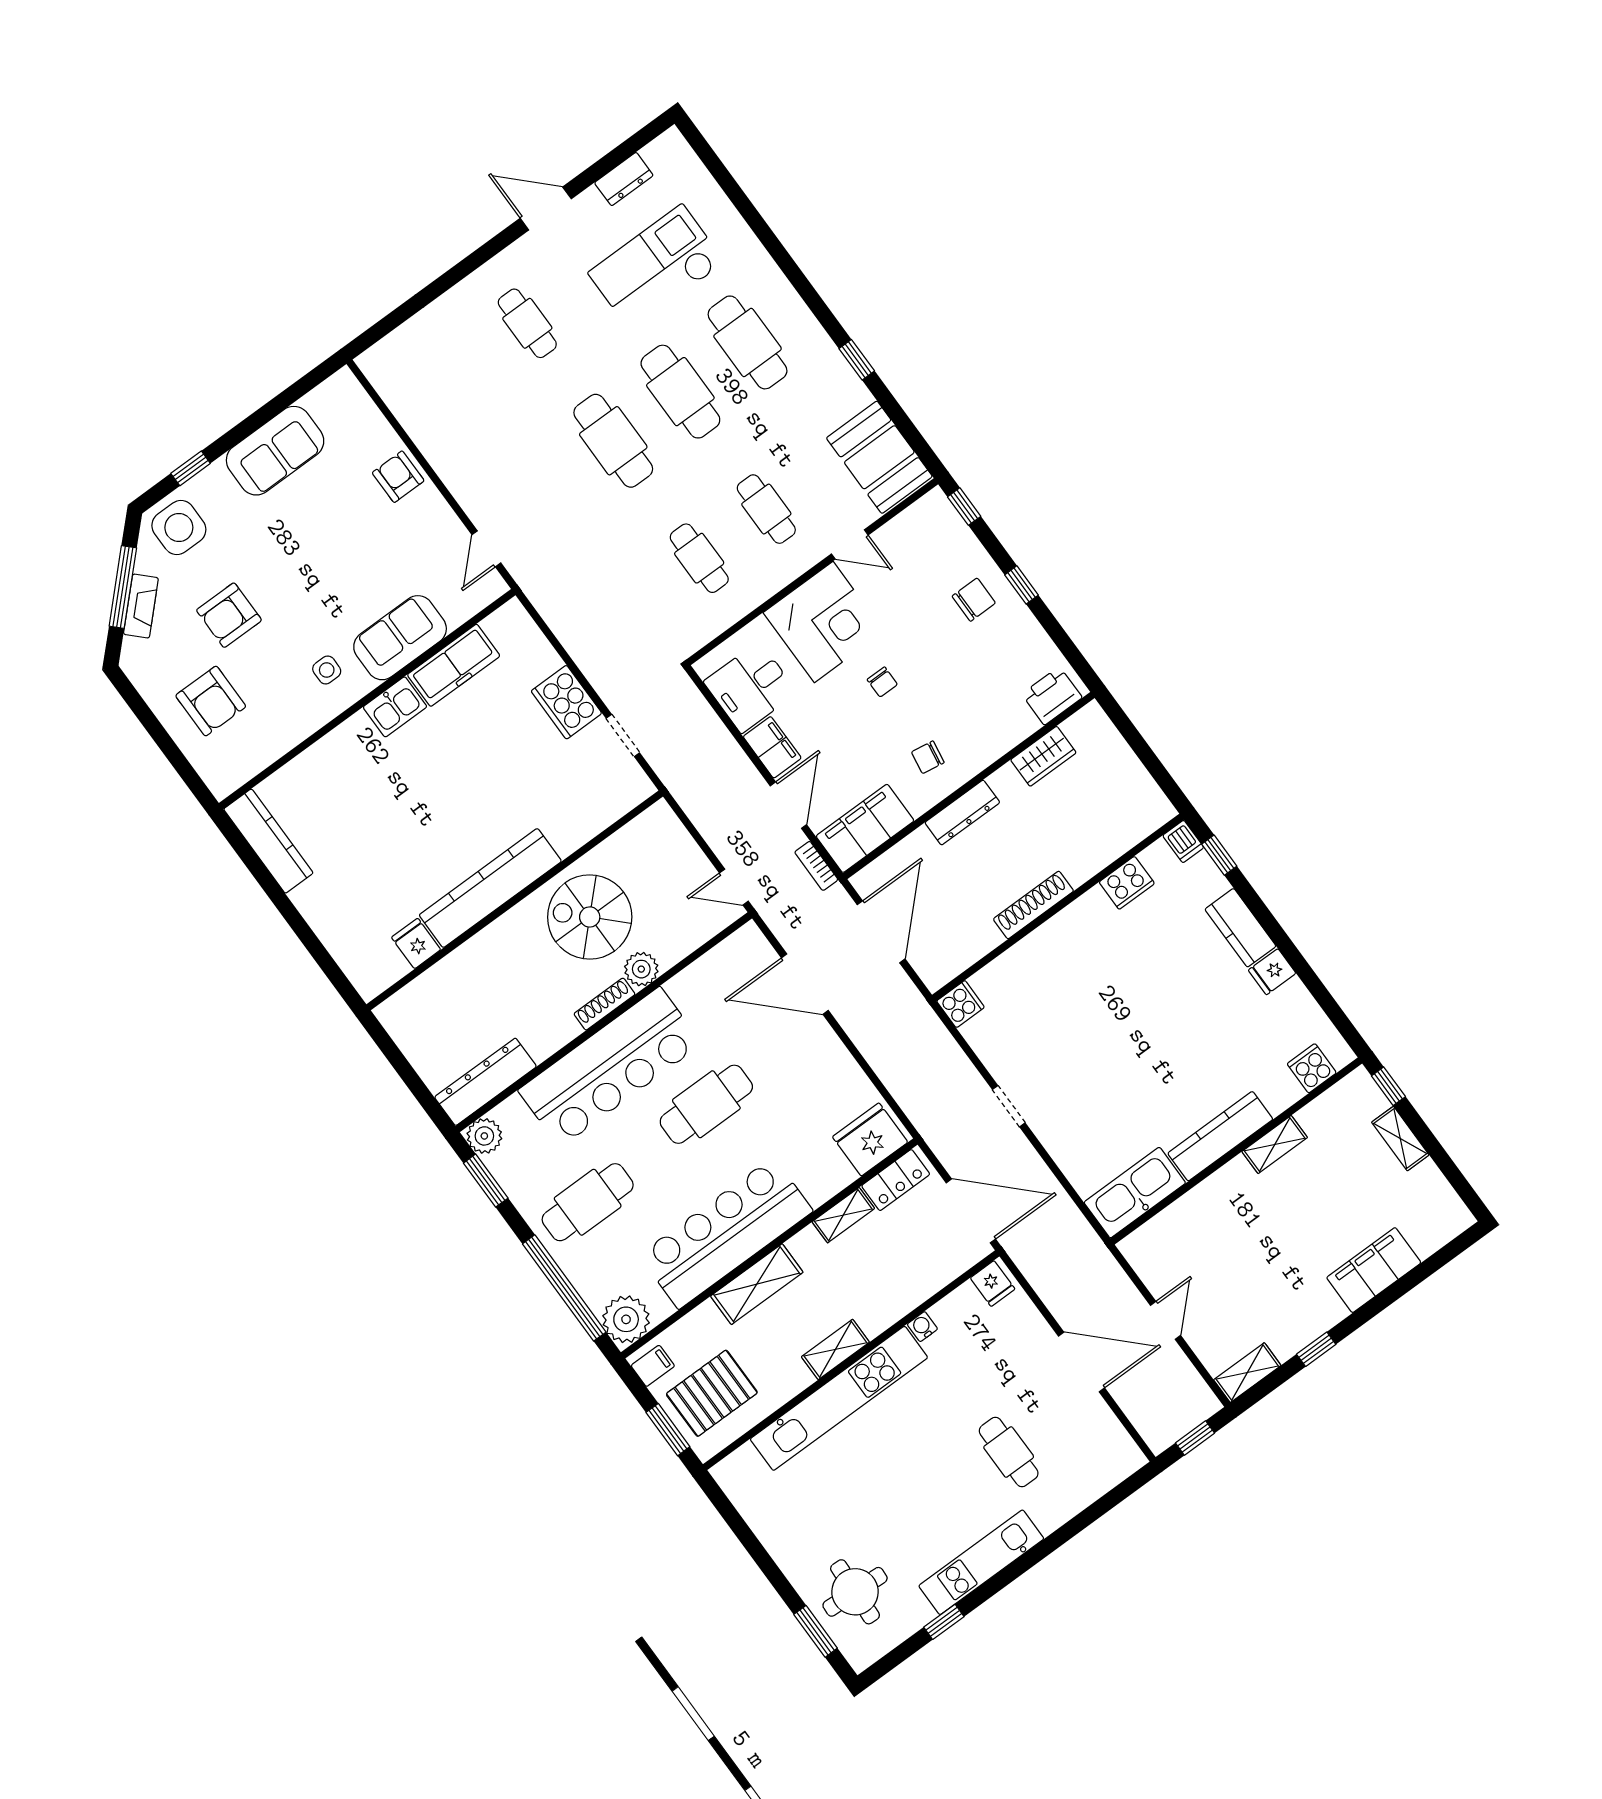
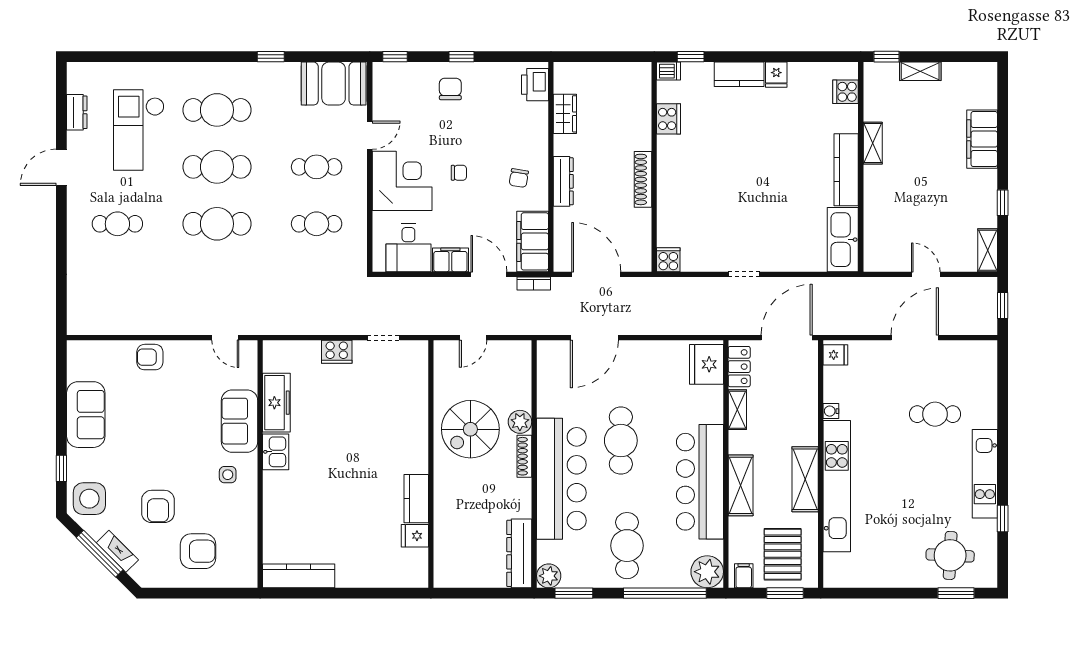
cooker: (566, 702) -> (337, 352), width x0.73, depth x0.76
door: (734, 887) -> (473, 338), moved
kitchen counter: (490, 888) -> (416, 499), width x0.48, depth x0.86
shelving: (835, 1349) -> (805, 479), width x1.50, depth x1.33

